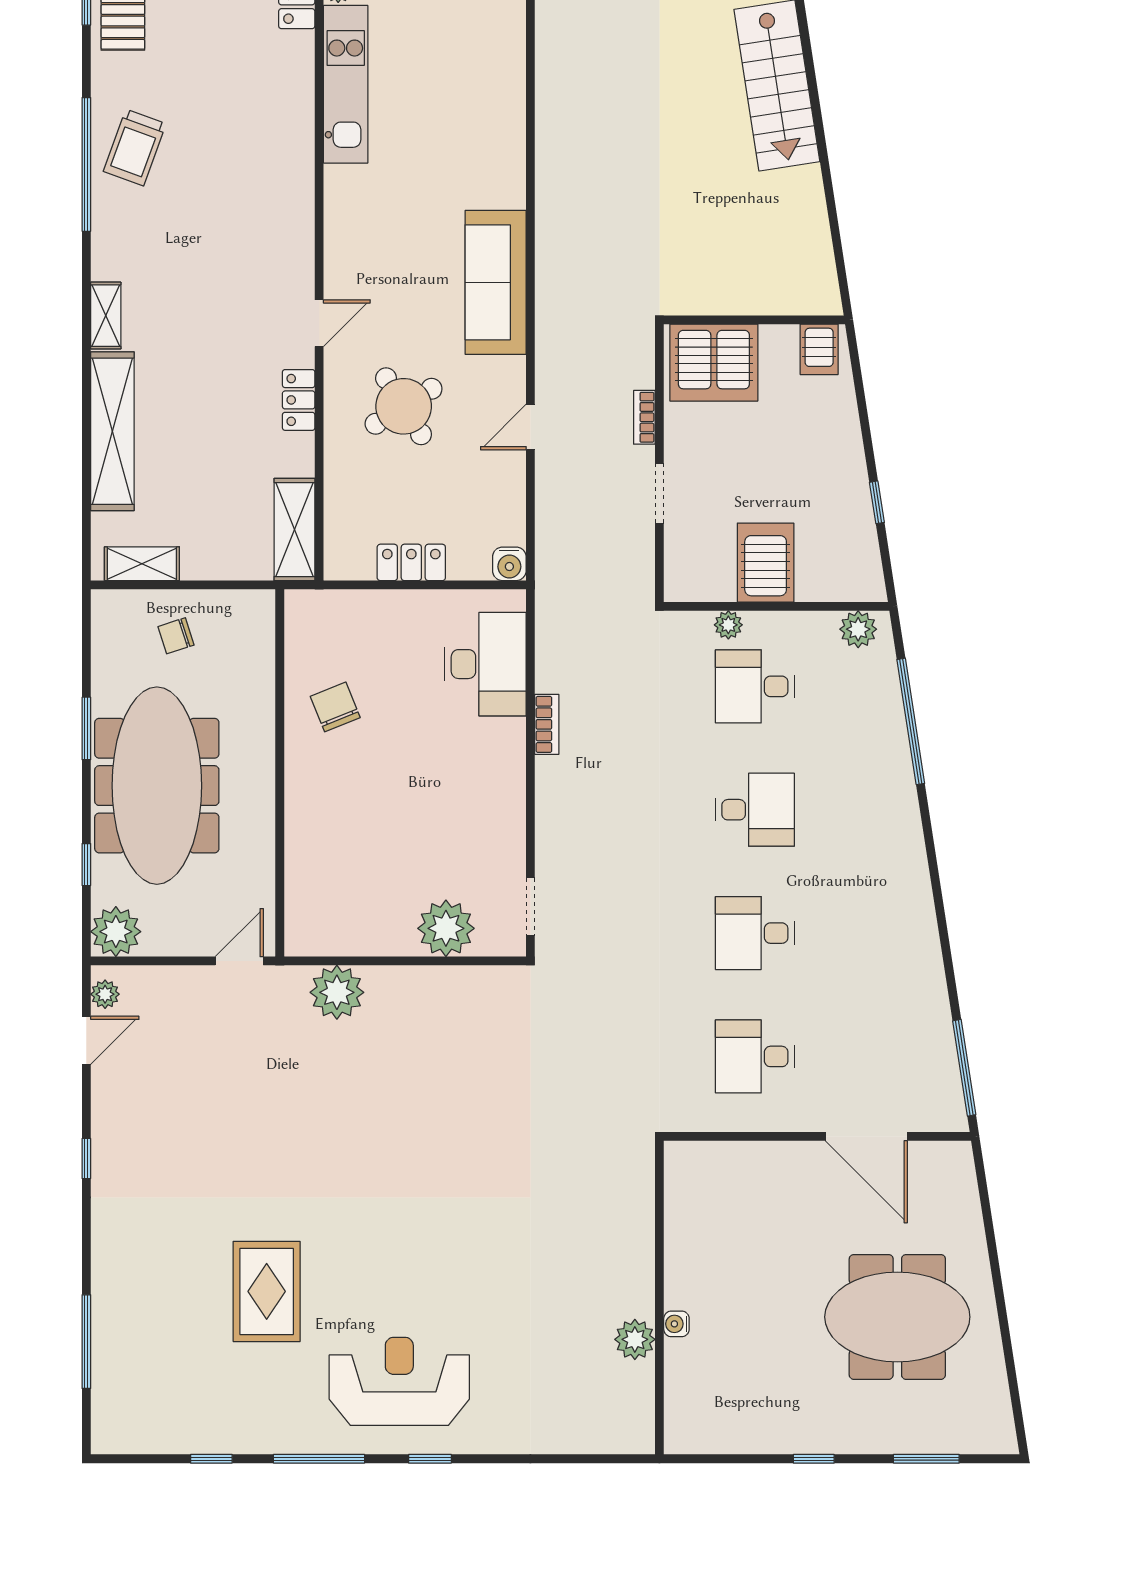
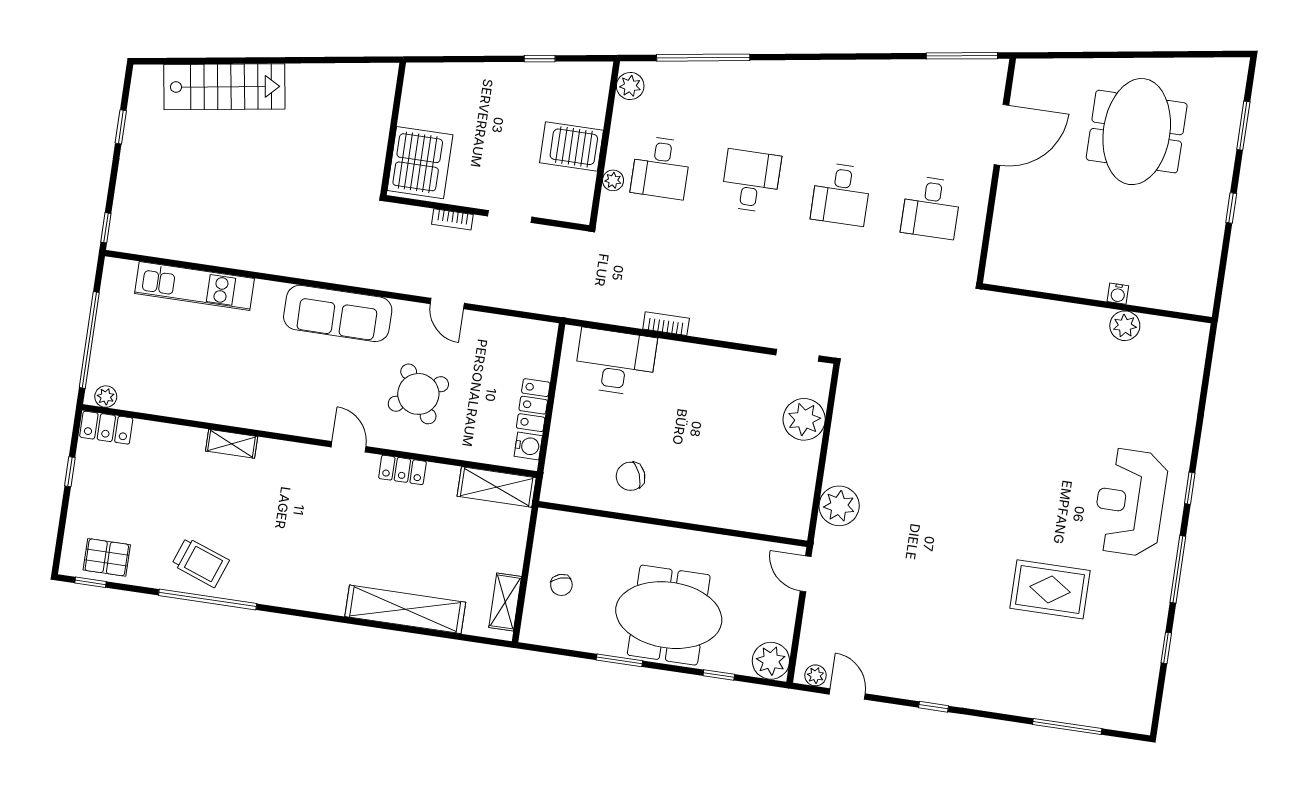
kitchen unit: (346, 84) -> (194, 286), moved, turned 180
shelving: (106, 316) -> (232, 444), moved
server rack: (819, 349) -> (422, 84), removed
water cooler: (509, 564) -> (528, 446), moved
meeting table: (157, 786) -> (669, 615), width x0.73

